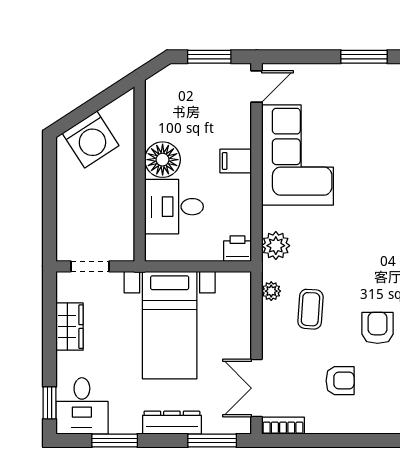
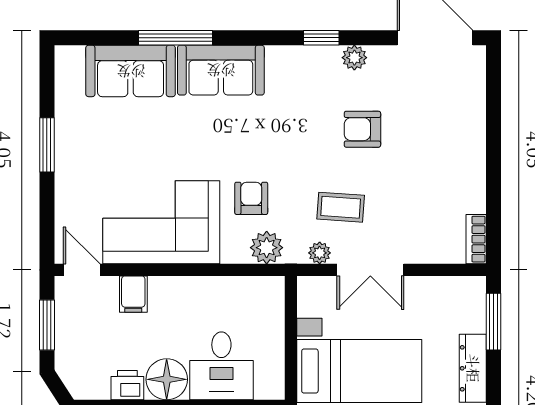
filing cabinet: (236, 161) -> (133, 294), moved
printer: (238, 249) -> (127, 385), moved, turned 90
armchair: (340, 381) -> (251, 198), moved
double door: (257, 388) -> (370, 270), moved

